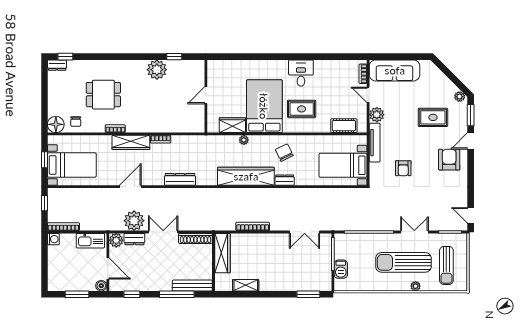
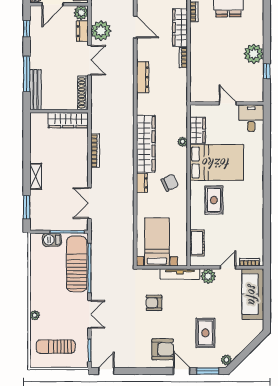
desk: (301, 73) -> (251, 118), moved, turned -90
sun lounger: (403, 262) -> (77, 264), moved
shelving: (246, 285) -> (36, 176), moved

